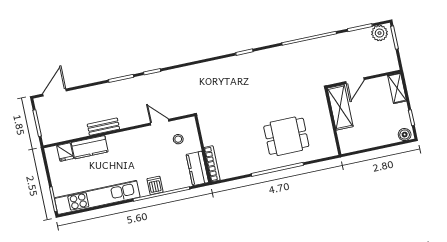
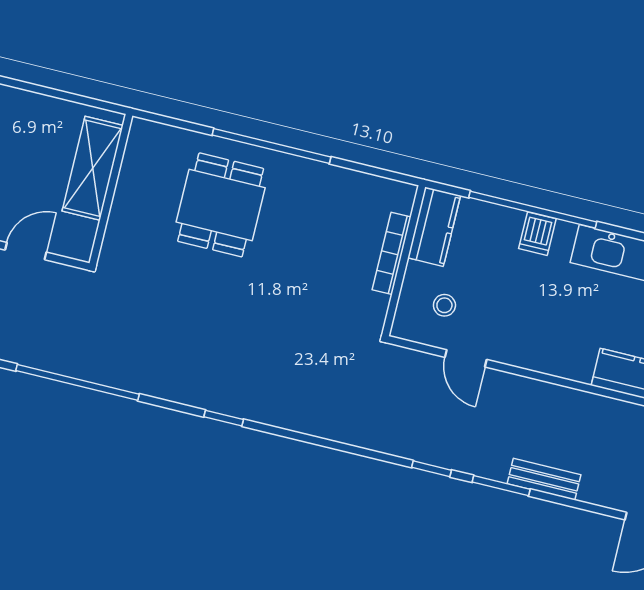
shelving: (340, 107) -> (93, 168), moved
bench: (103, 127) -> (544, 479), moved
dining table: (286, 136) -> (221, 205), turned 90
bookcase: (212, 164) -> (392, 253), moved

